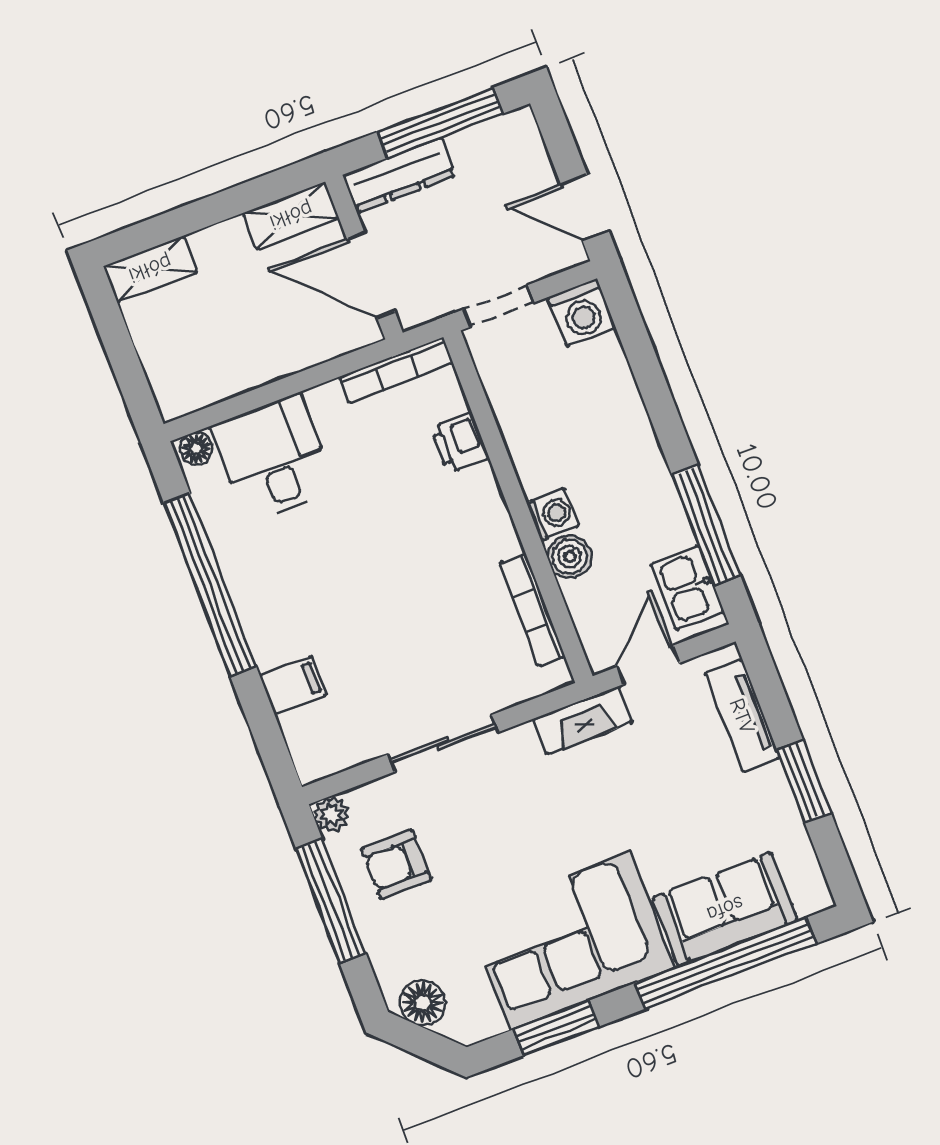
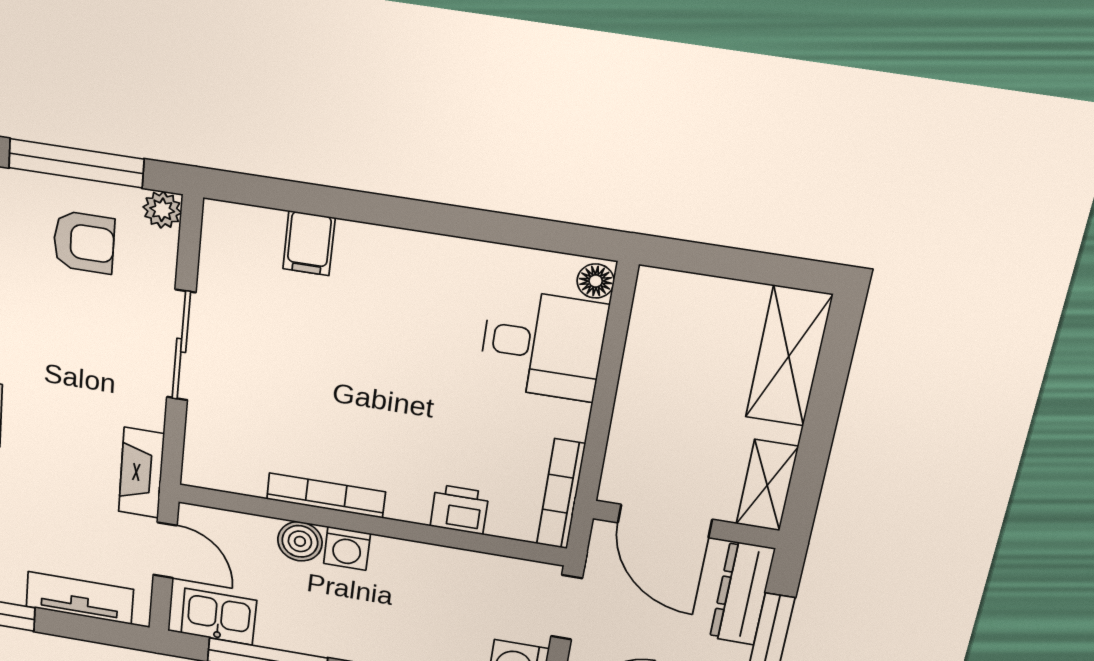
shelving: (150, 269) -> (789, 356), width x1.50, depth x1.33
door: (371, 275) -> (665, 521), swing flipped
window: (210, 585) -> (452, 221), removed
bookcase: (532, 610) -> (326, 496), moved
armchair: (396, 864) -> (84, 242), turned 90

